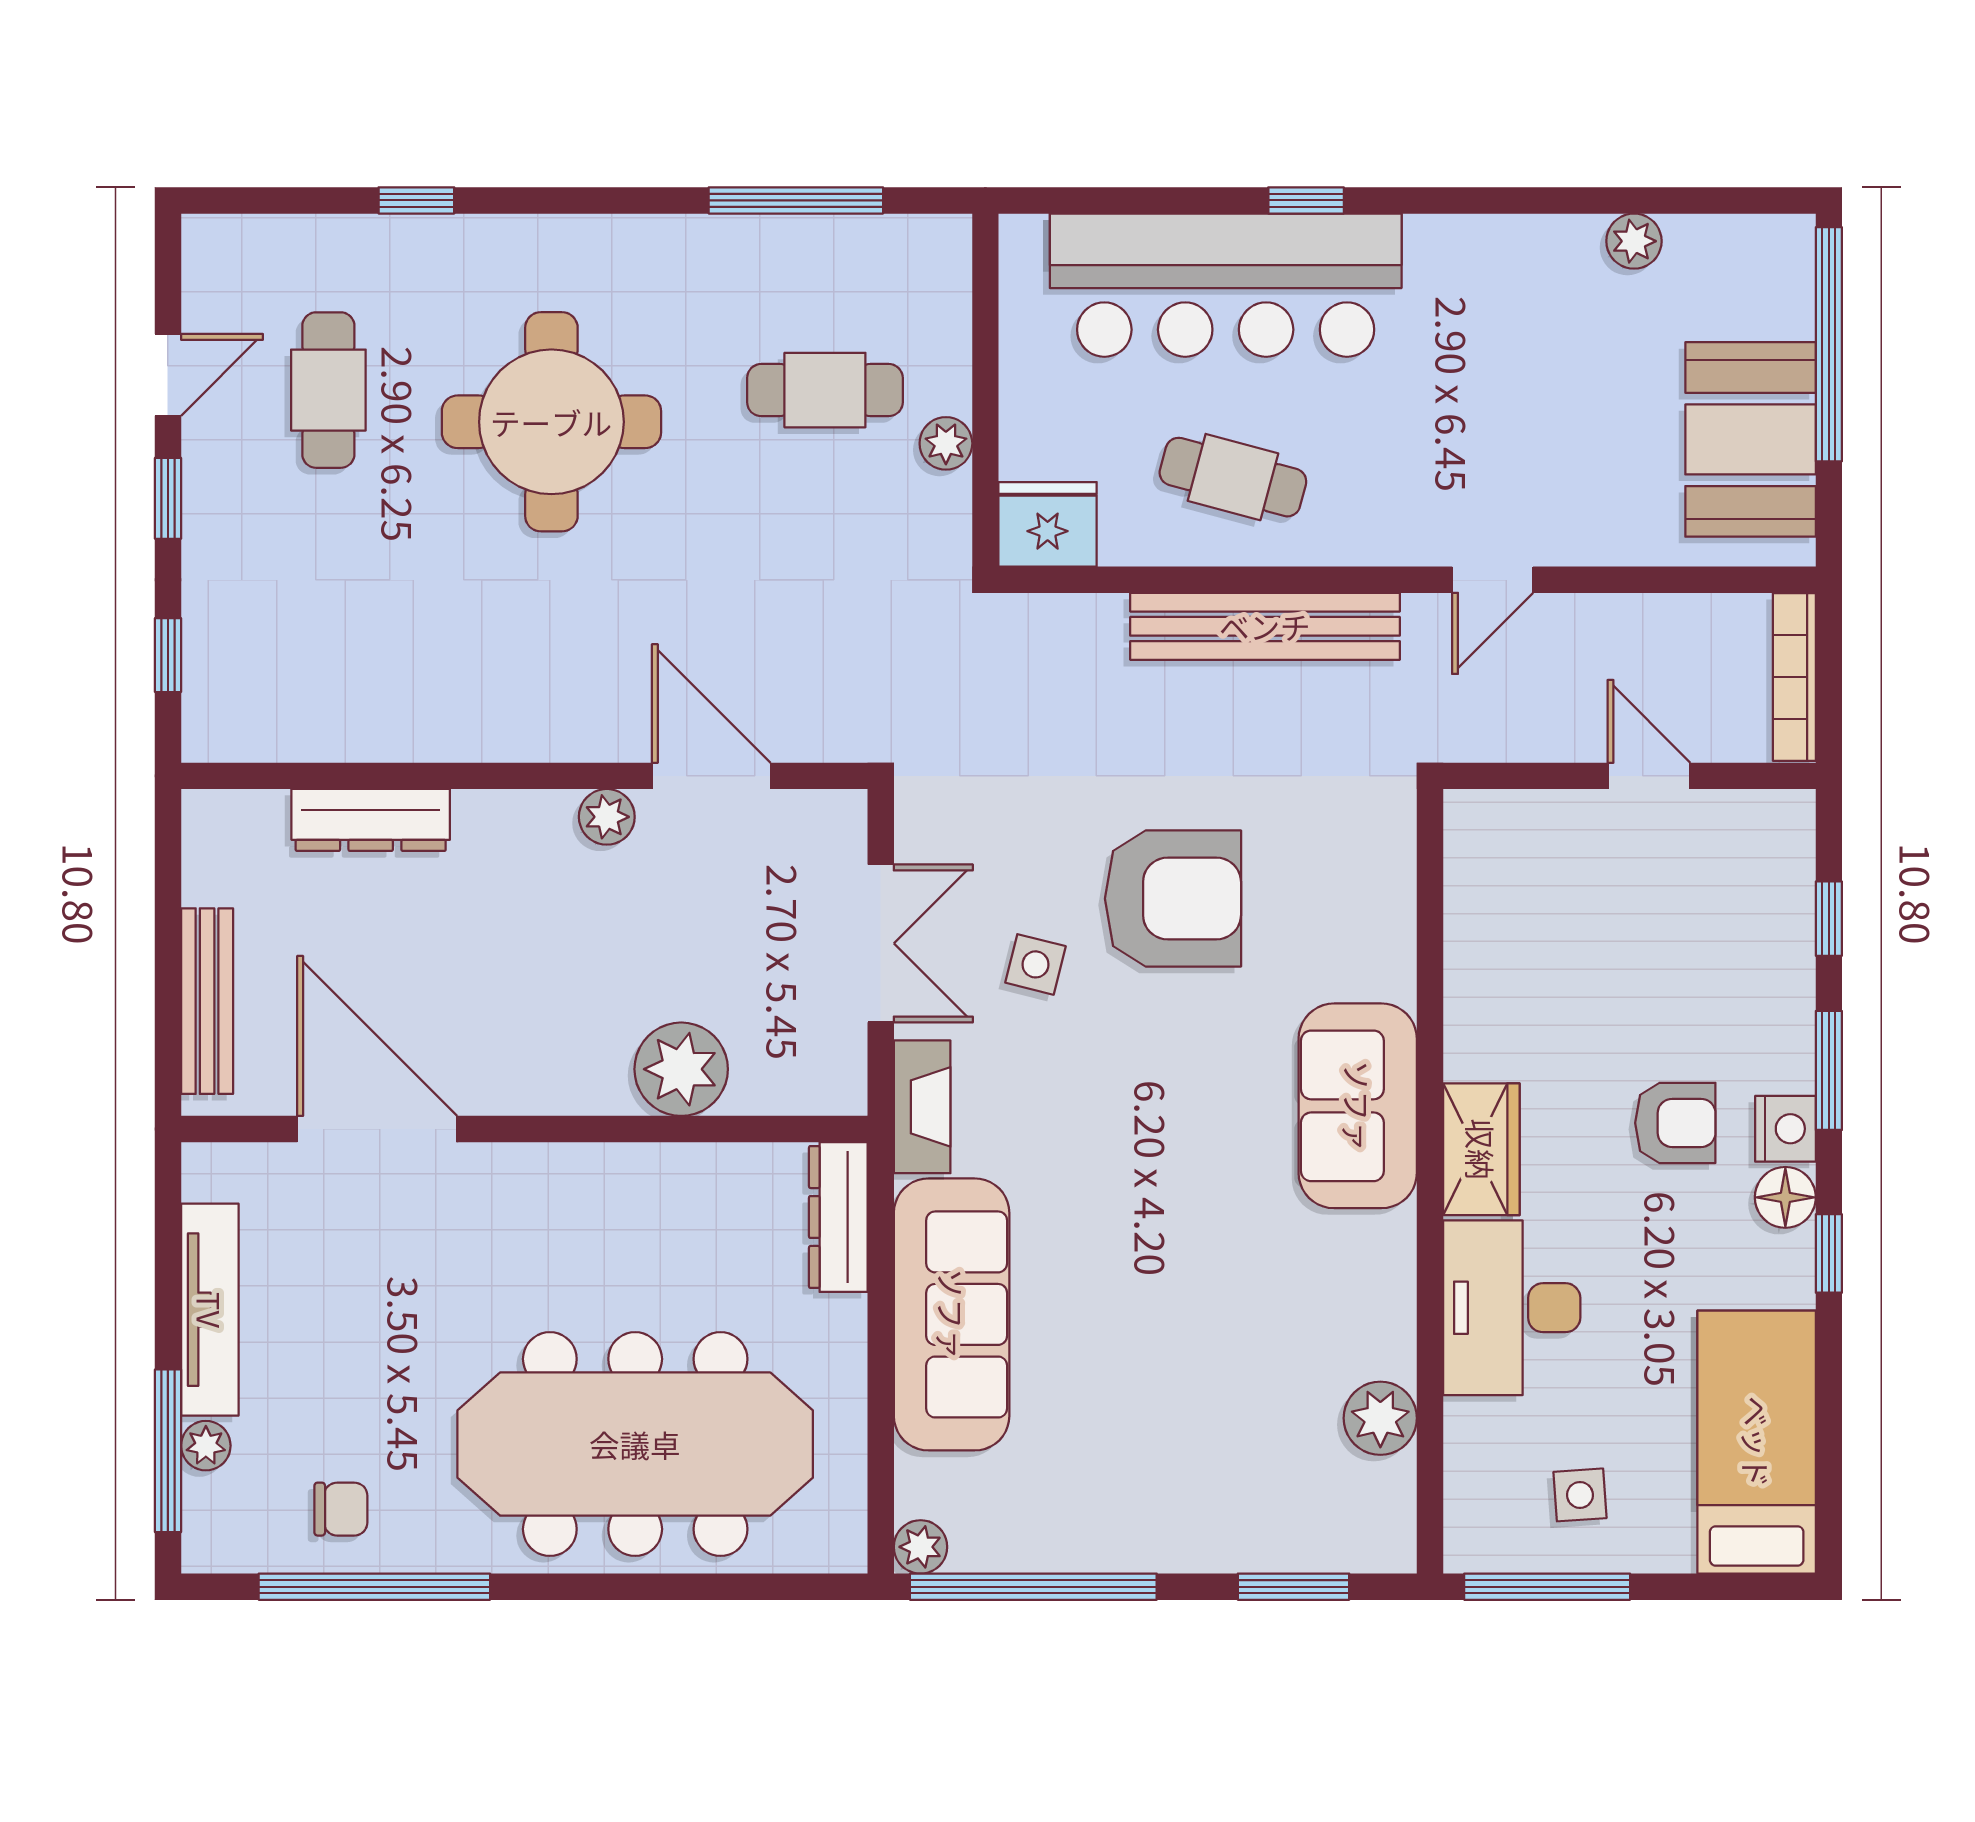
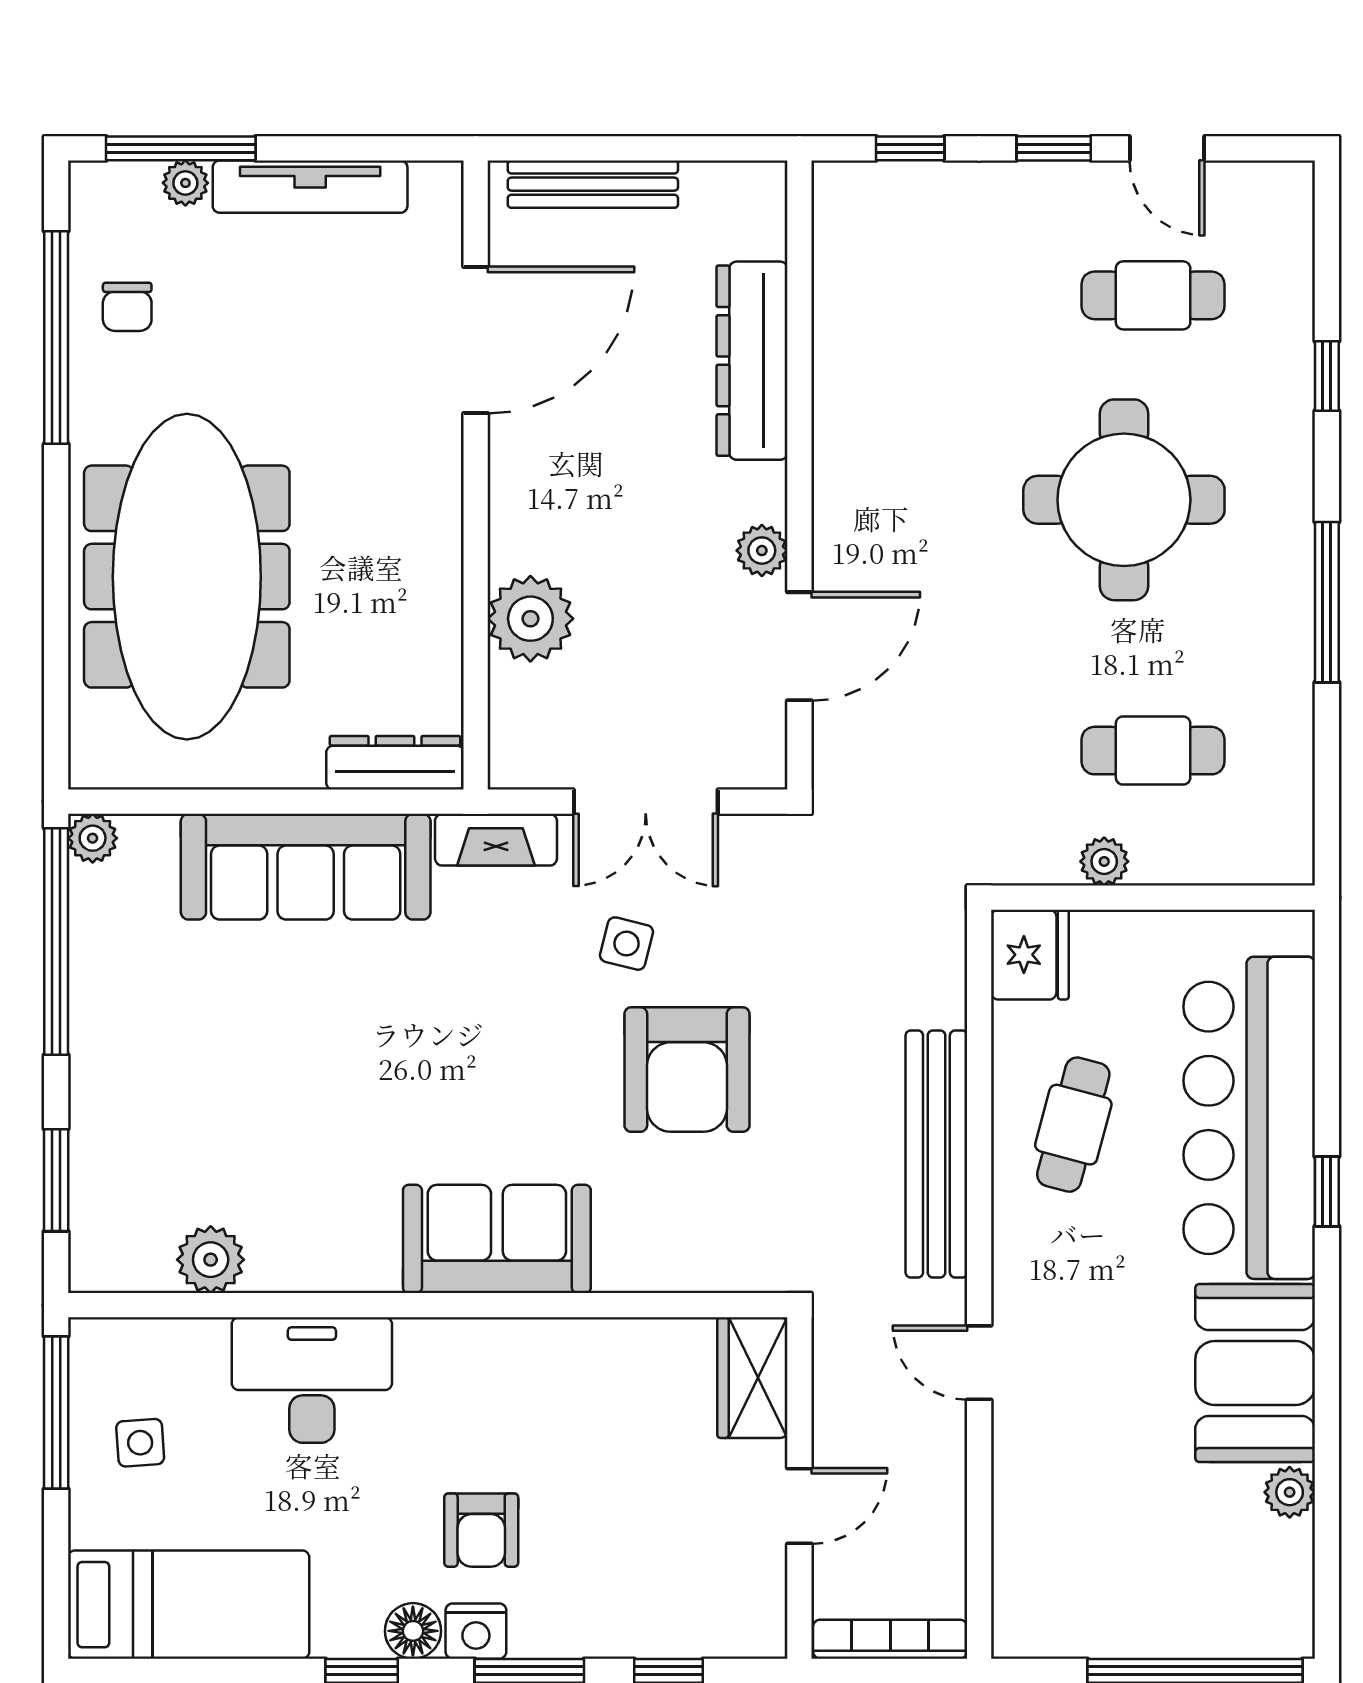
window: (796, 200) -> (1327, 602), moved
cafe table: (825, 390) -> (1153, 751), turned 90
booth: (1751, 439) -> (1255, 1373), moved, turned 90
dresser: (371, 820) -> (752, 361), width x1.37, depth x1.24
wardrobe: (1481, 1149) -> (752, 1378), moved, turned 90

